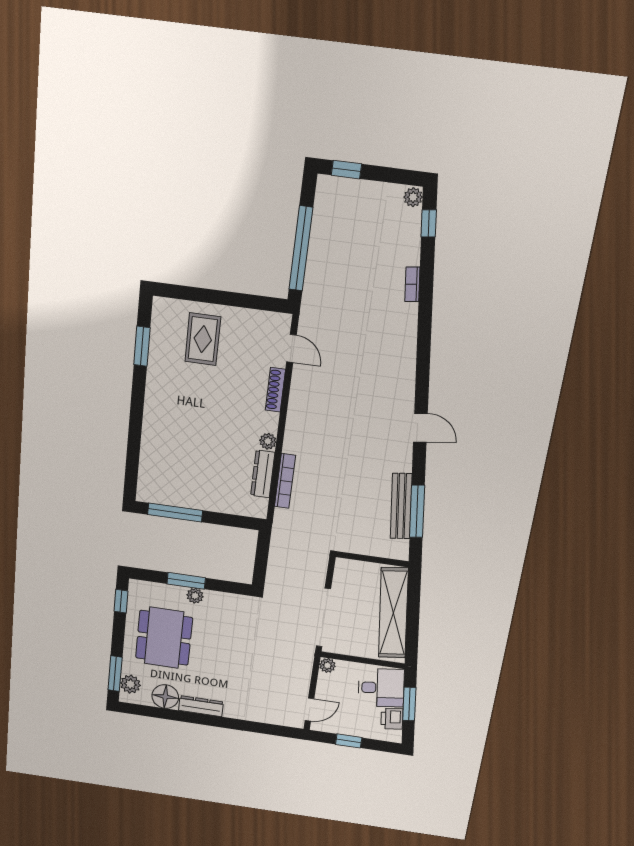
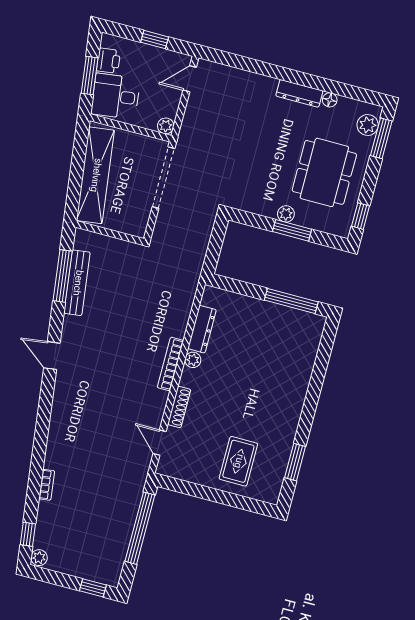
bookcase: (285, 481) -> (170, 364), moved
floor lamp: (165, 697) -> (330, 100), width x0.53, depth x0.53

